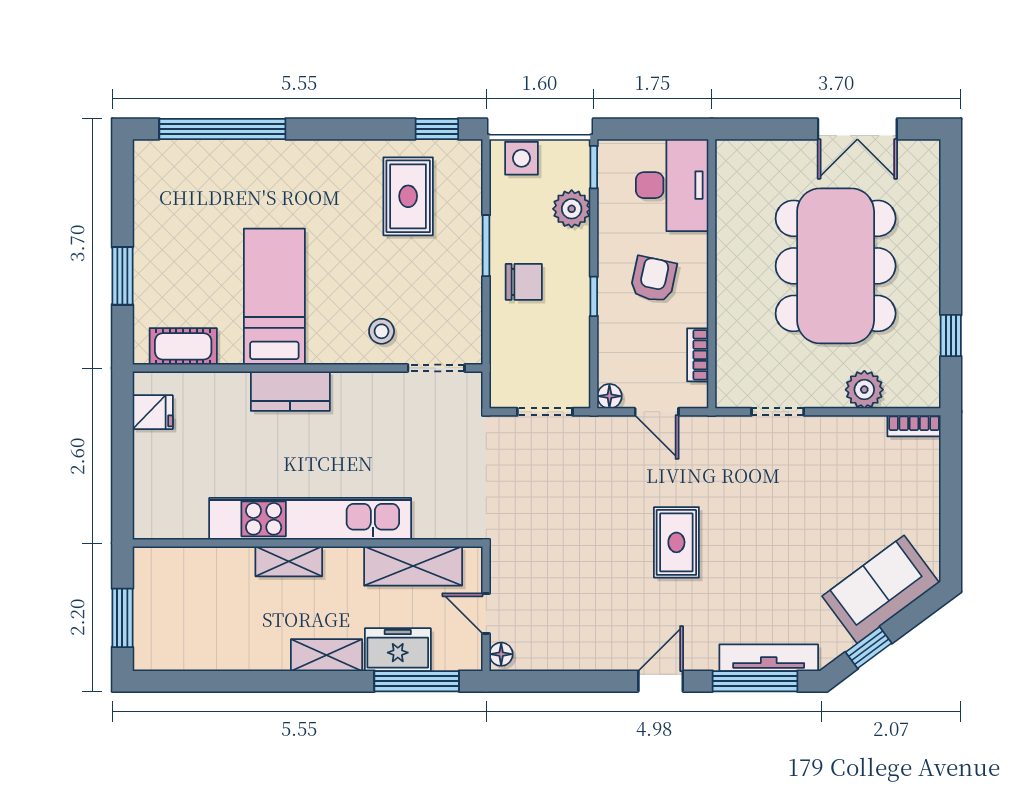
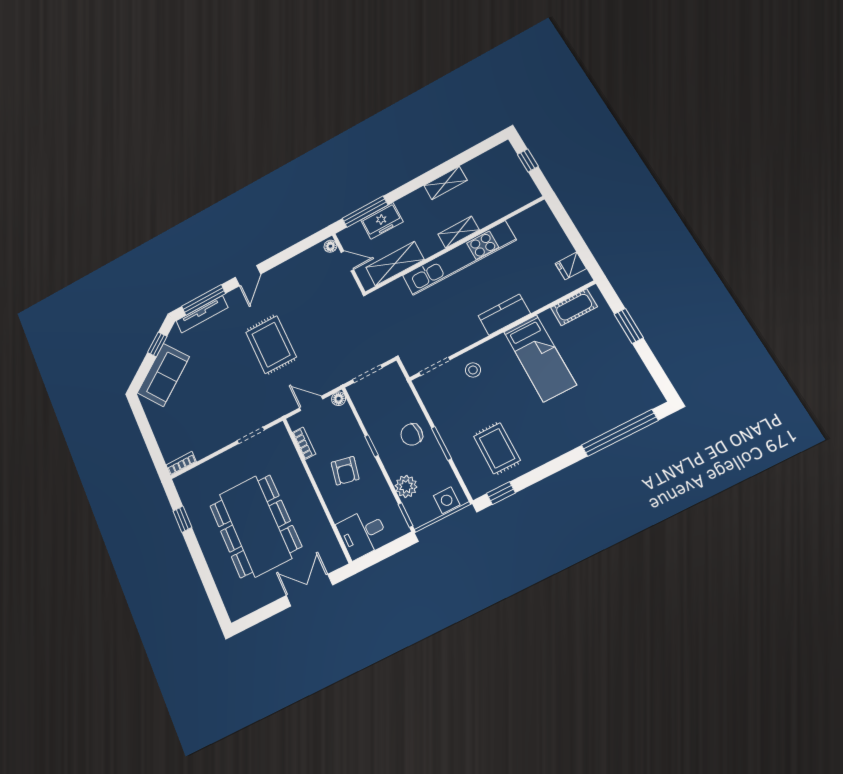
double door: (857, 129) -> (309, 590), moved
desk: (672, 185) -> (363, 533), width x0.73
plant: (864, 390) -> (213, 469), removed
rug: (676, 542) -> (271, 345), width x1.36, depth x1.43
window: (122, 618) -> (528, 160), width x0.67
shelving: (326, 655) -> (446, 183), moved

